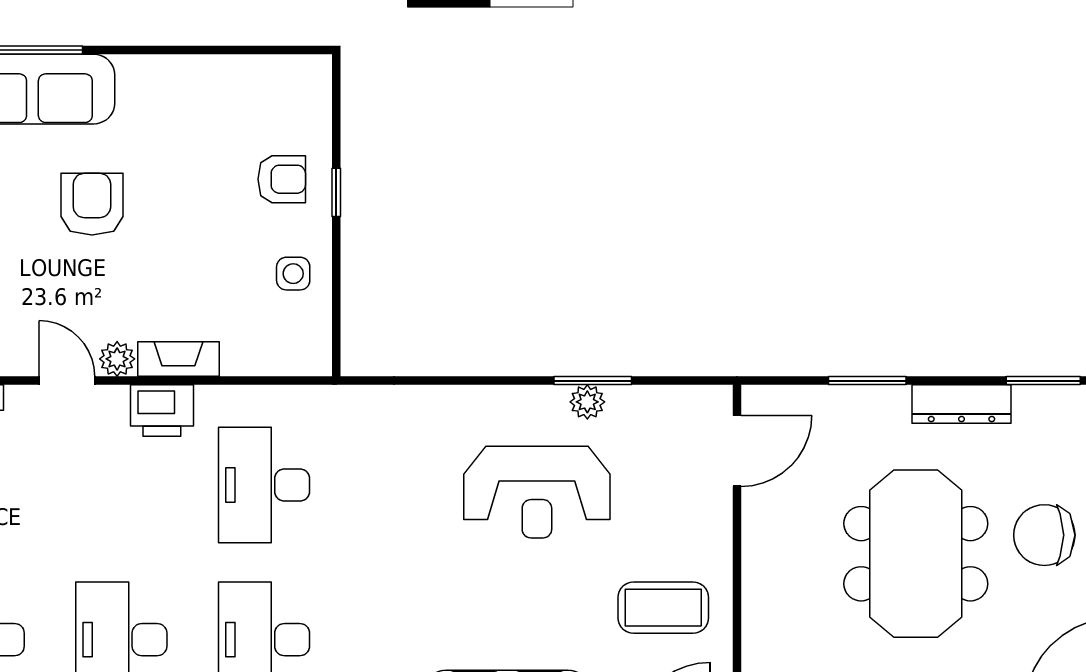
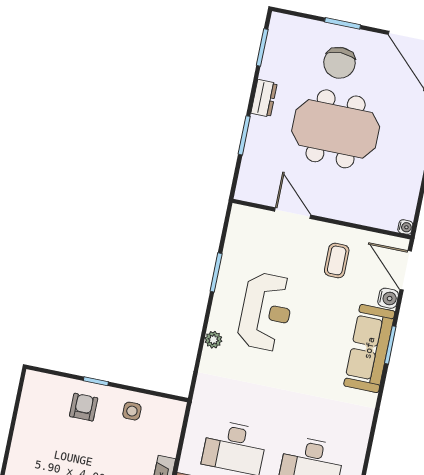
plant: (587, 402) -> (213, 340), moved
dresser: (962, 404) -> (264, 98), width x0.70
door: (737, 451) -> (293, 213), moved
coffee table: (663, 608) -> (337, 260), width x0.73, depth x0.77

